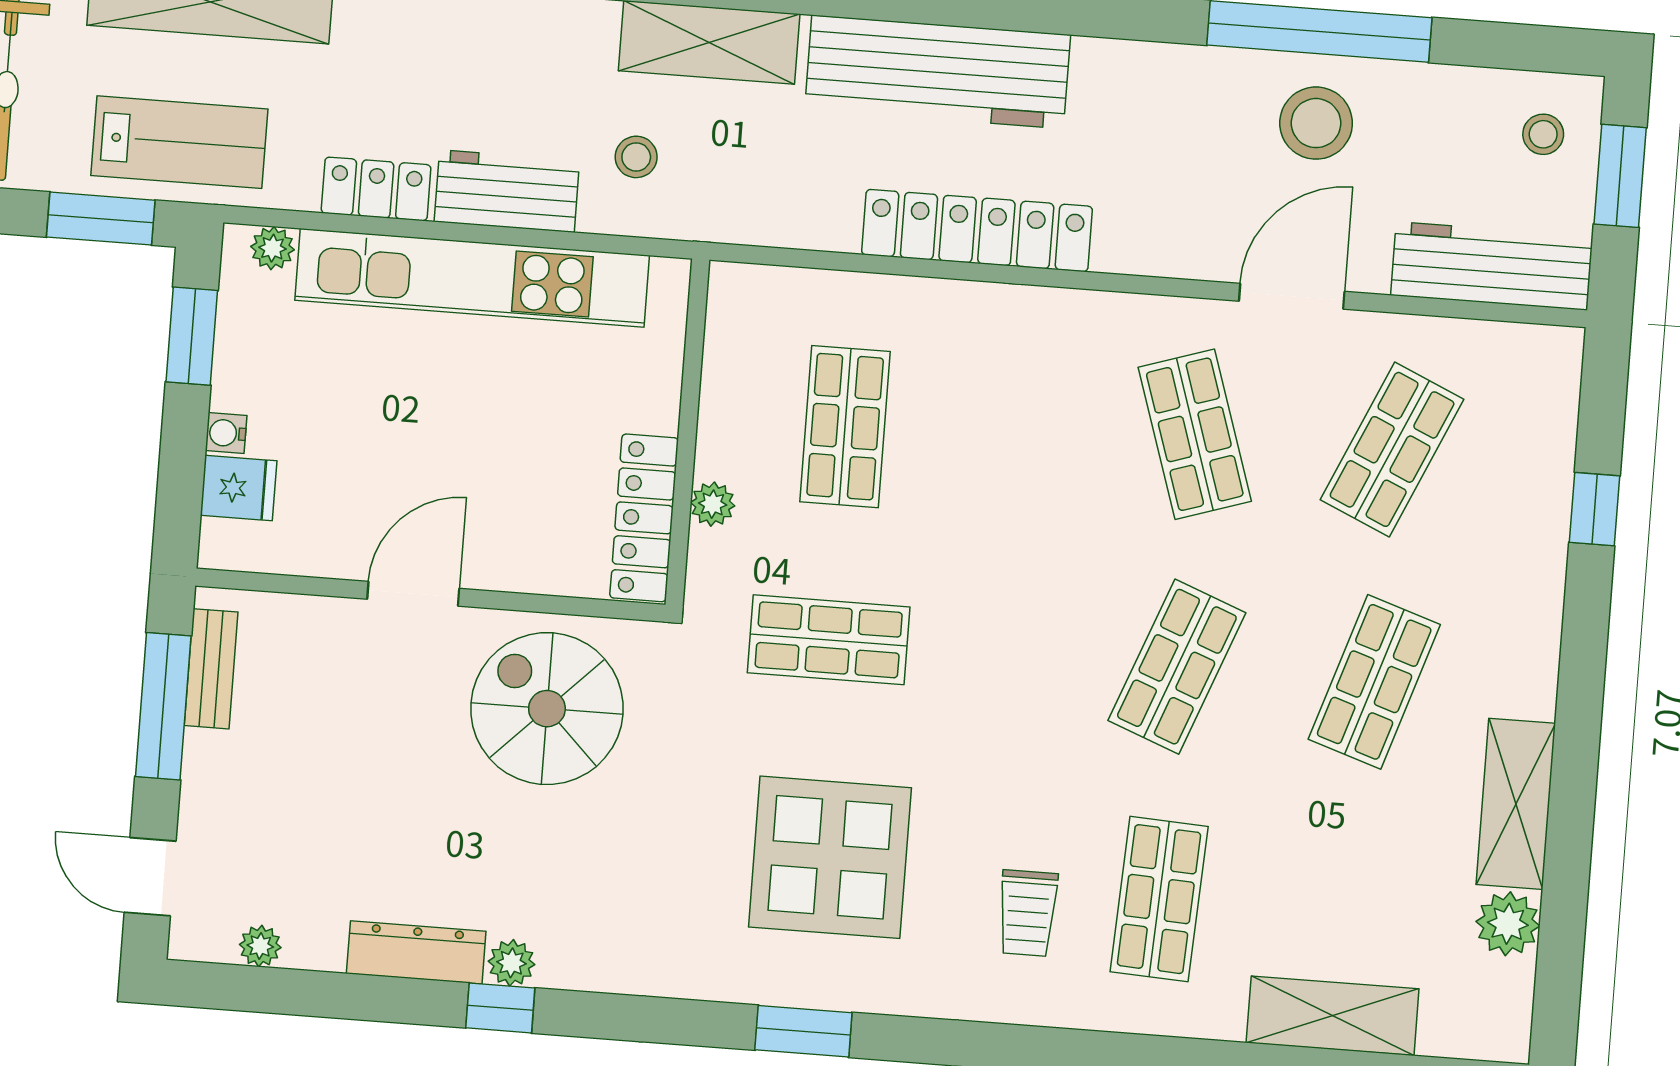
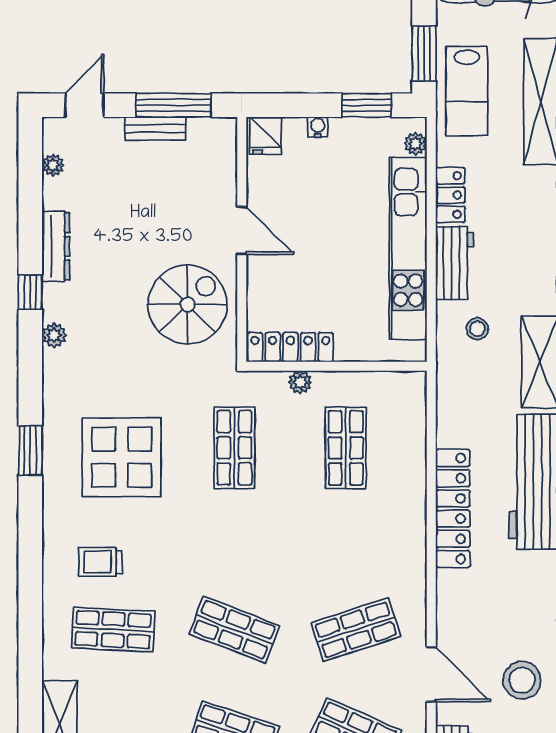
shop shelf: (845, 427) -> (346, 448), turned 90
fridge: (239, 488) -> (266, 136), moved
bench: (211, 669) -> (155, 129), moved
plant: (511, 963) -> (54, 335), moved

